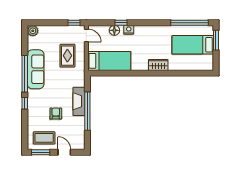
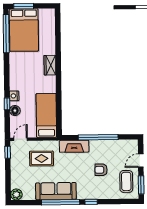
bed: (193, 45) -> (24, 30), width x1.50
fireplace: (79, 101) -> (74, 146), moved

